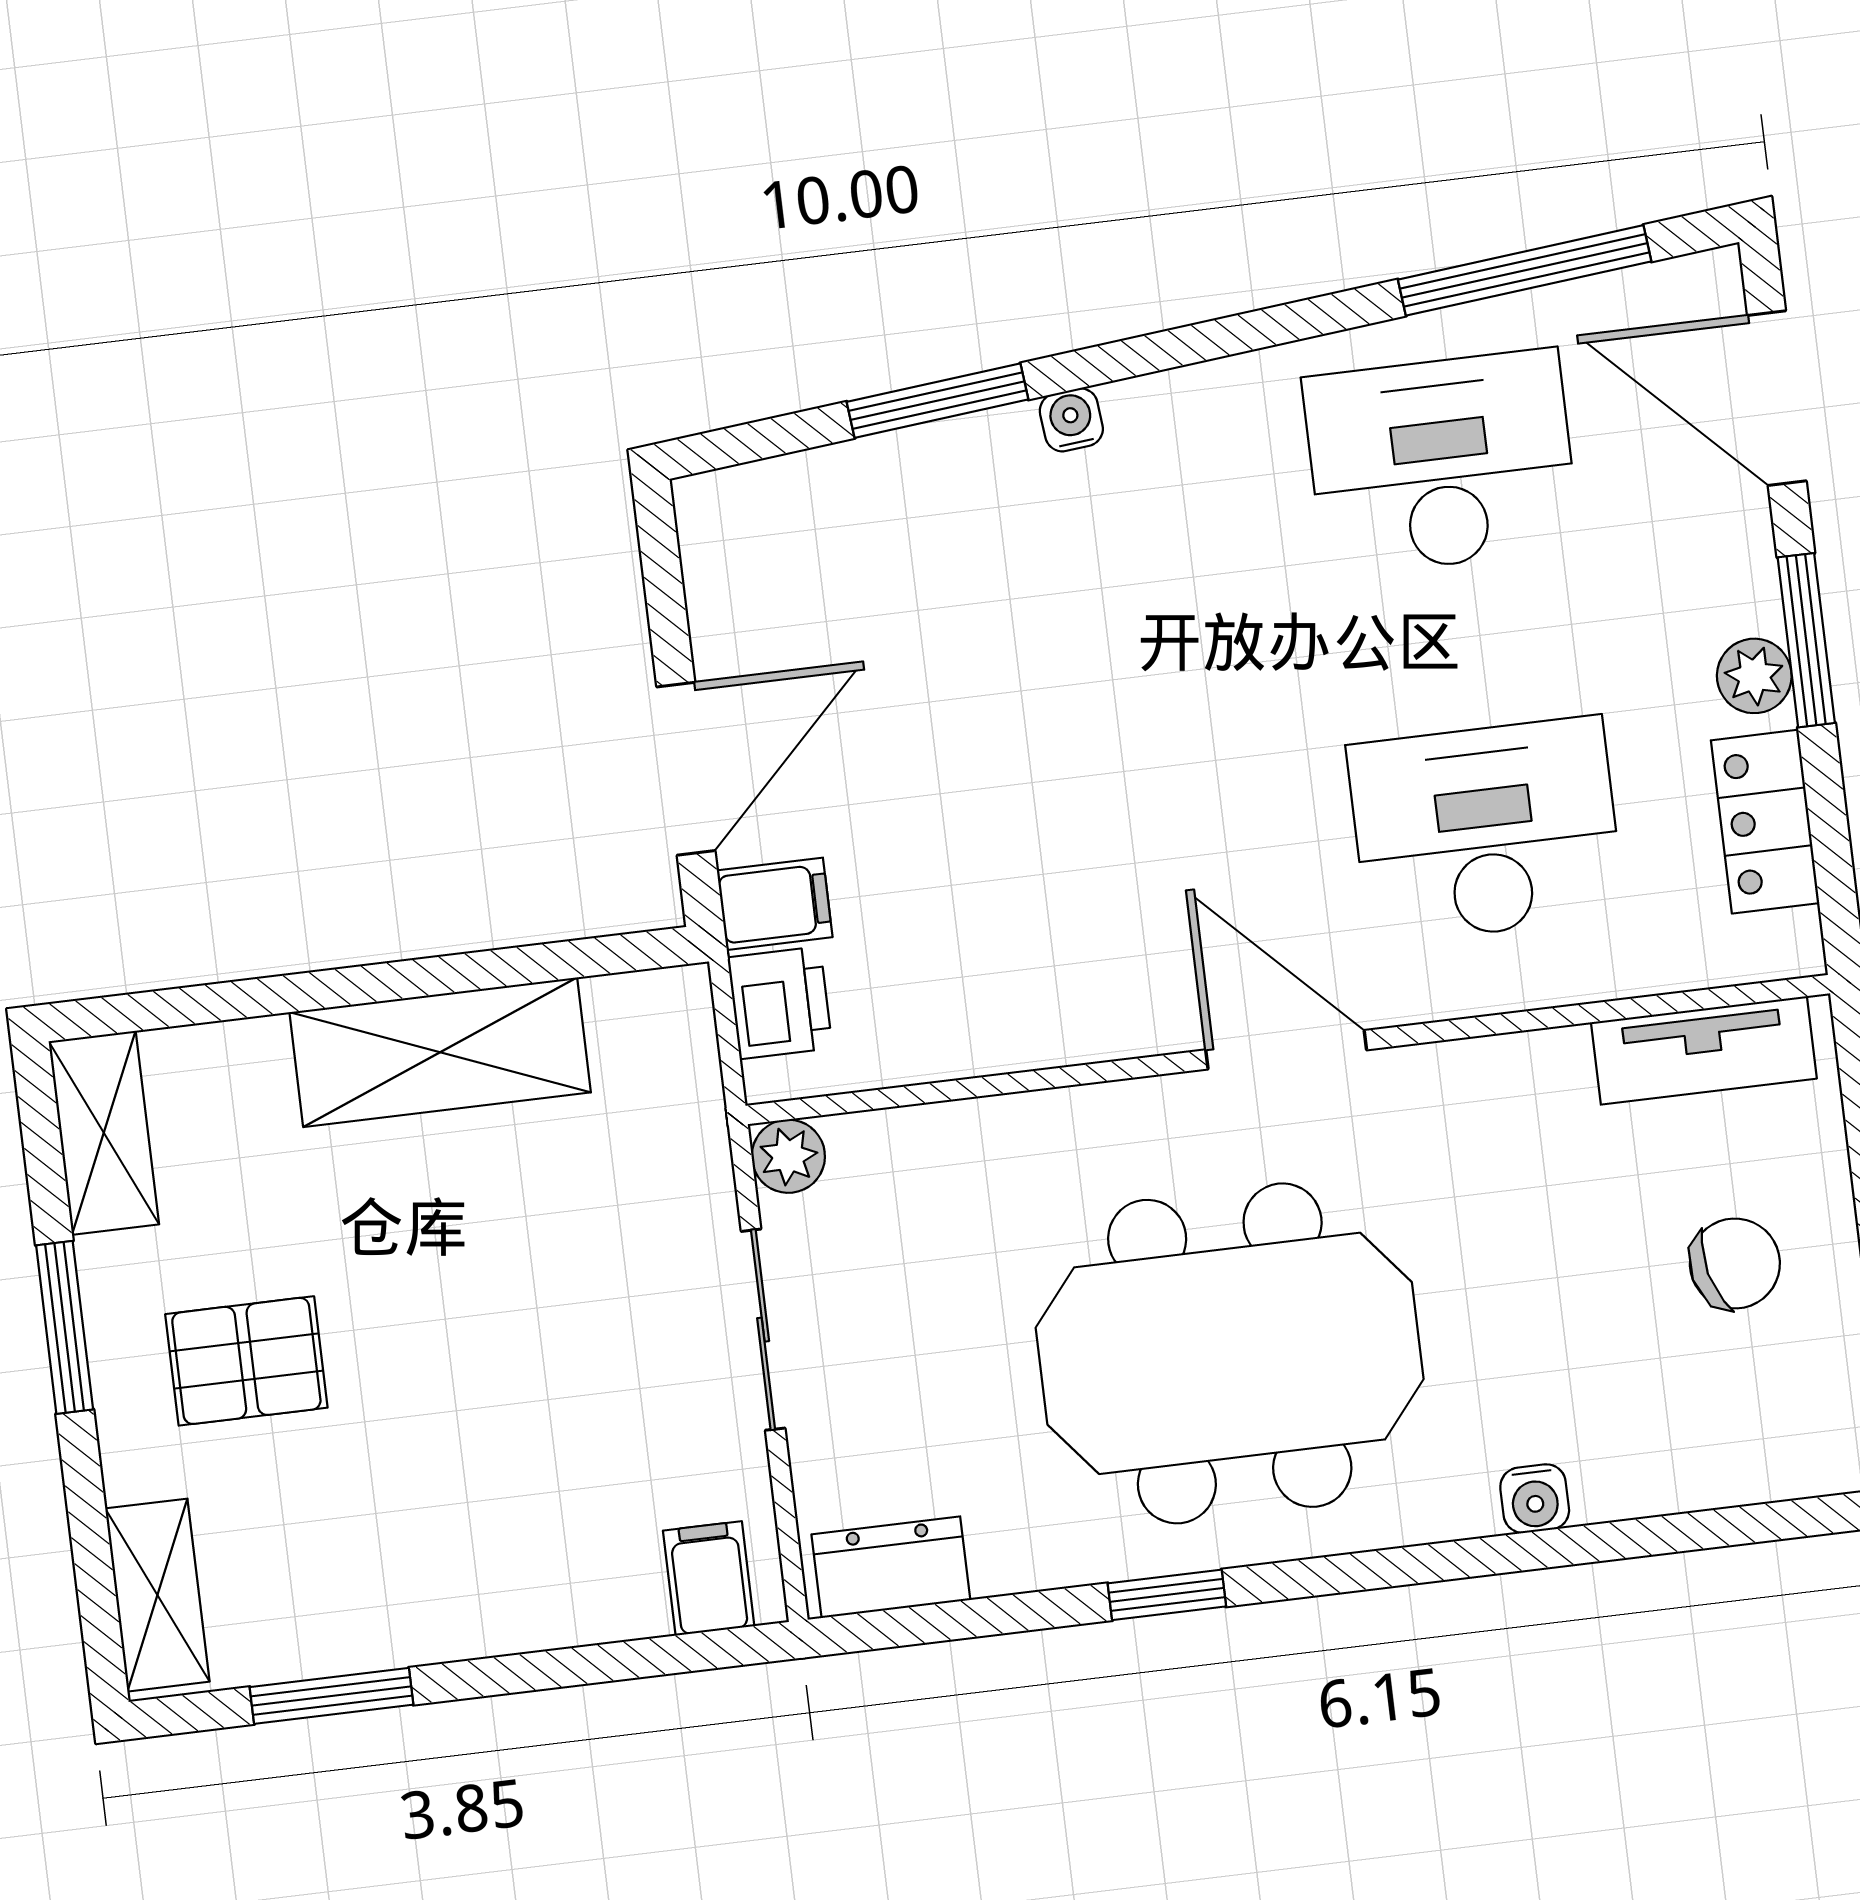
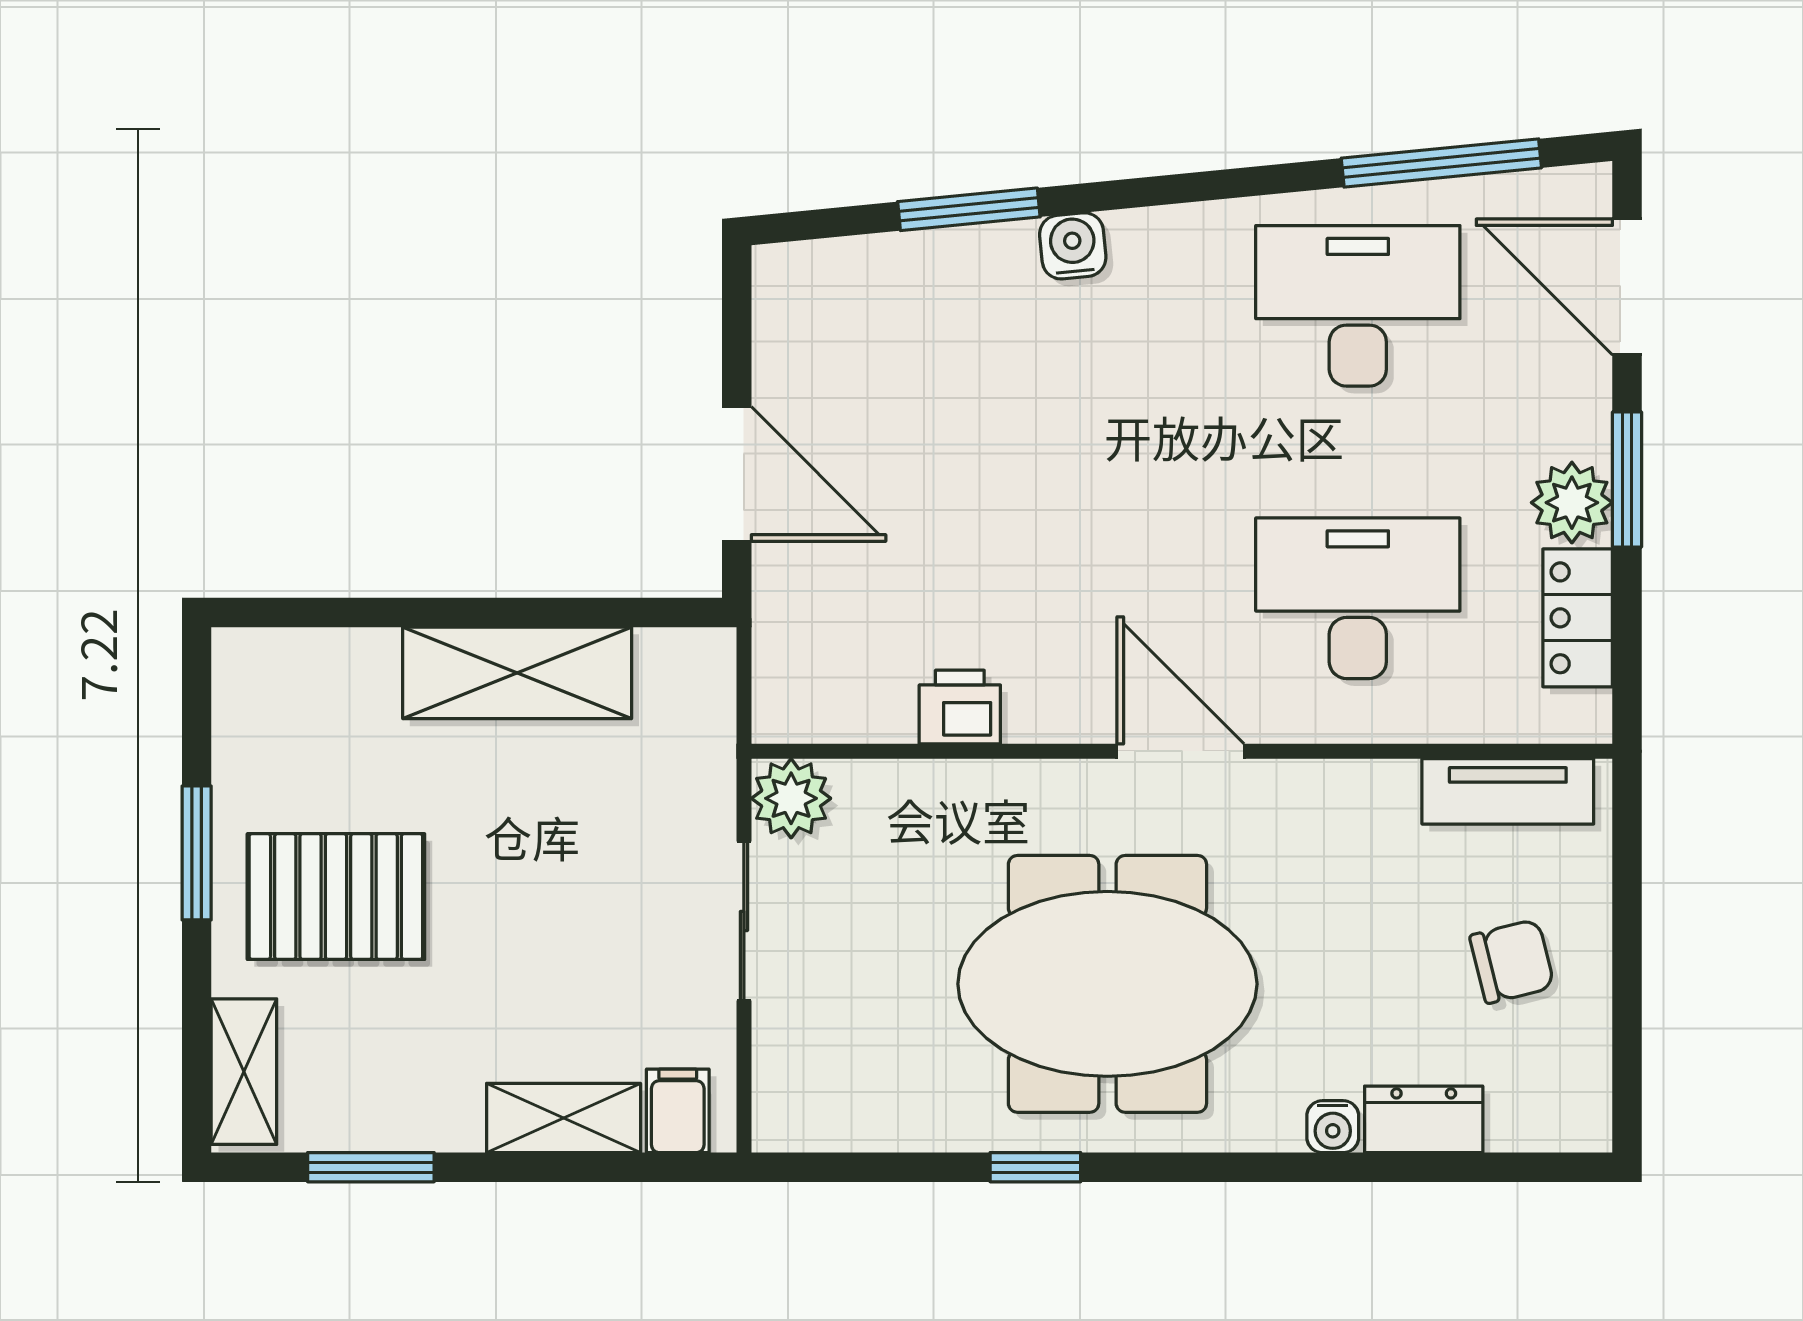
water cooler: (1071, 420) -> (1073, 246), width x1.38, depth x1.38
plant: (1754, 676) -> (1572, 503), width x1.38, depth x1.38
door: (686, 769) -> (737, 474), hinge flipped
filing cabinet: (775, 904) -> (793, 588), removed
printer: (780, 1003) -> (960, 707), moved, turned -90
shelving: (104, 1133) -> (564, 1118), moved, turned 90
plant: (788, 1156) -> (791, 798), width x1.38, depth x1.38
pallet: (246, 1361) -> (336, 897), width x1.50, depth x1.42
dresser: (891, 1567) -> (1424, 1119), moved

